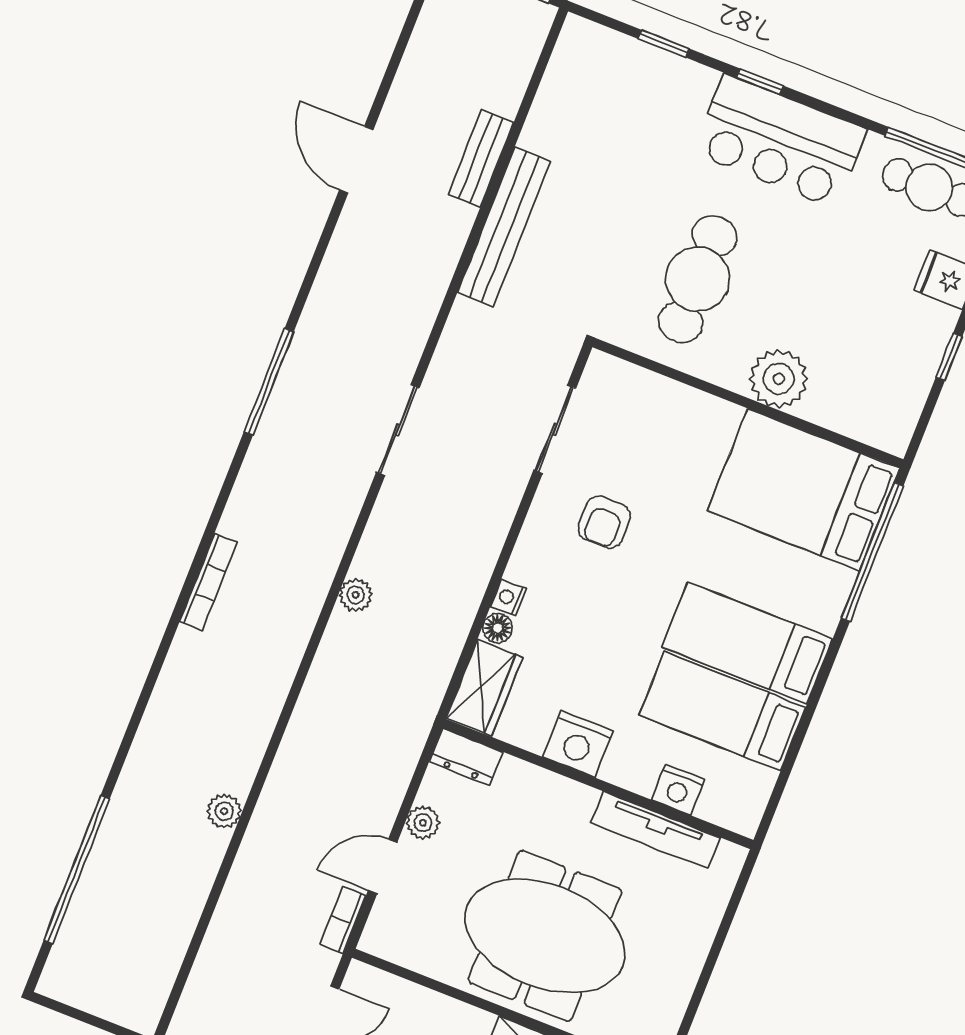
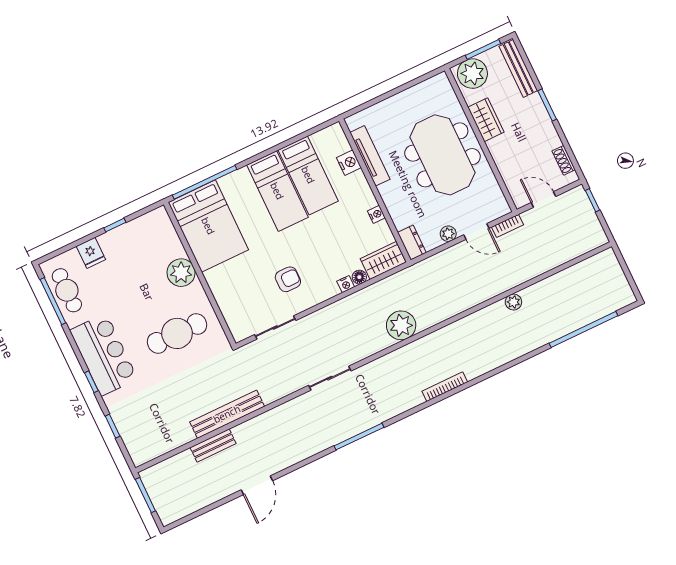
plant: (356, 595) -> (401, 325), width x1.87, depth x1.87
nightstand: (578, 744) -> (376, 214), width x0.53, depth x0.56

